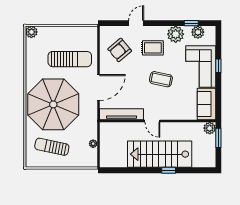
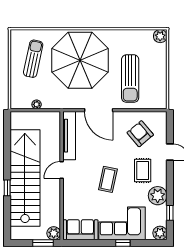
plant: (198, 32) -> (160, 233), moved
stairs: (160, 154) -> (25, 178), width x1.36

